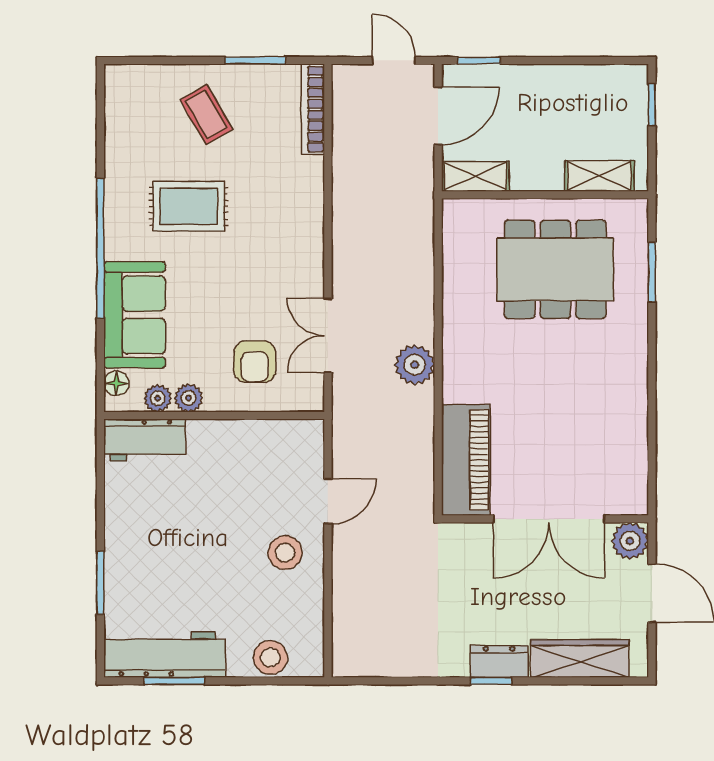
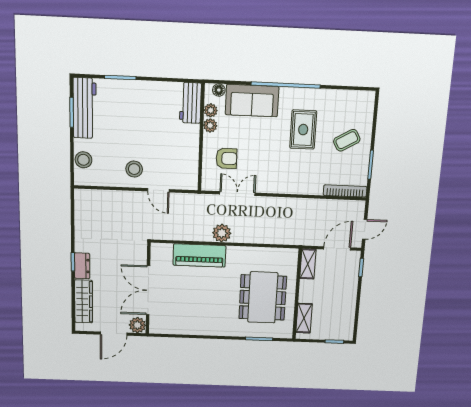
door: (438, 116) -> (337, 248), swing flipped
armchair: (255, 362) -> (226, 158), turned 180
piano: (466, 460) -> (199, 255), moved

